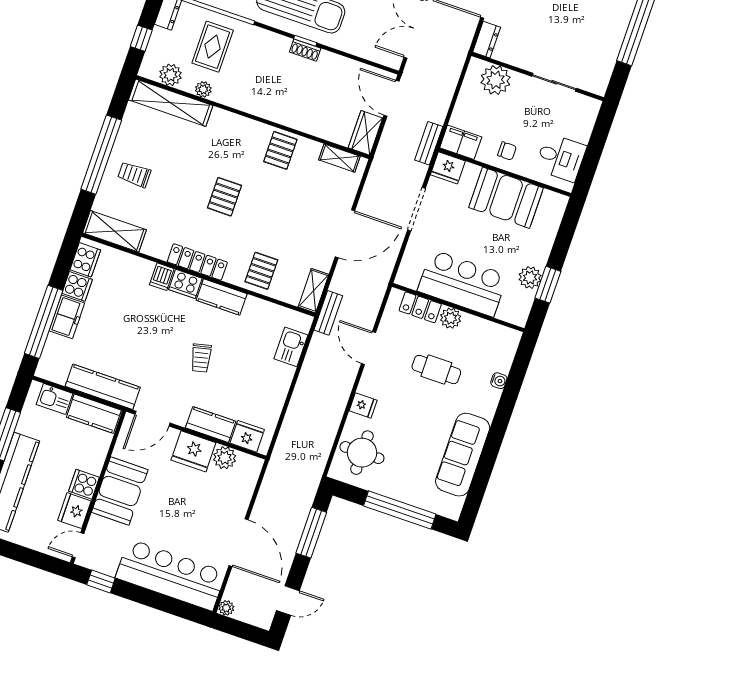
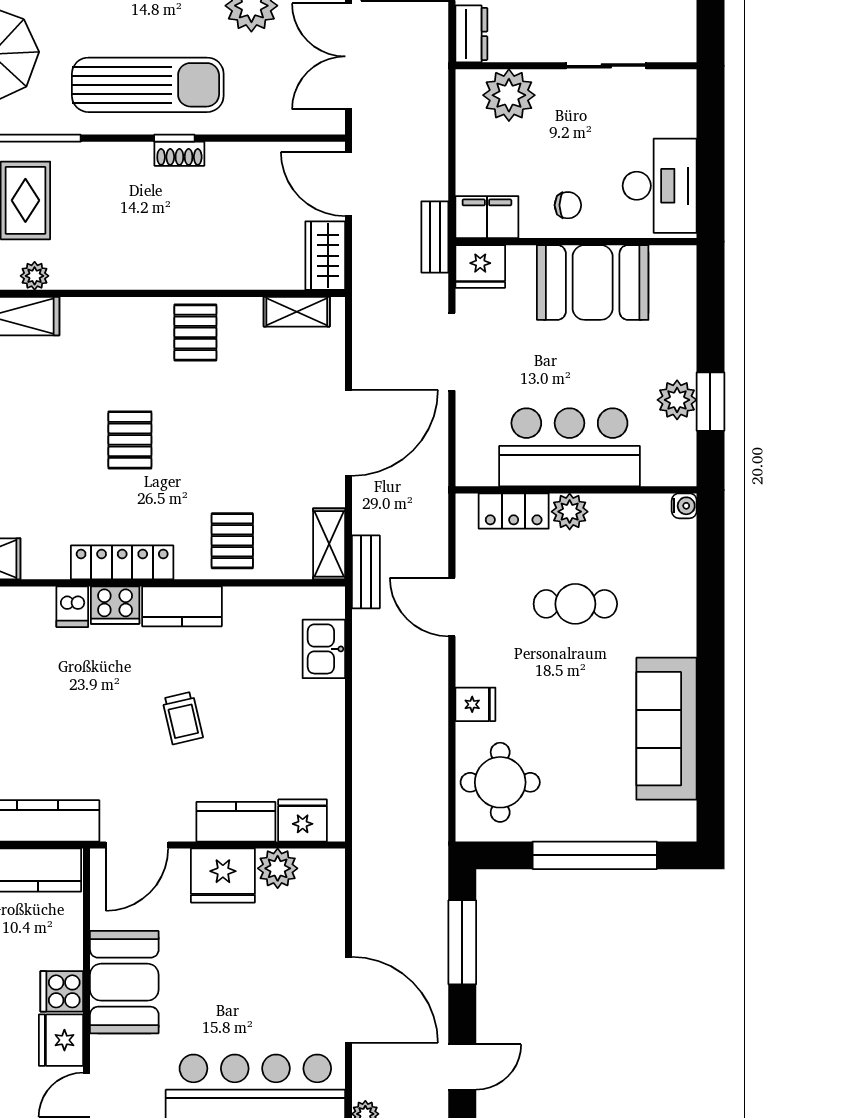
desk: (561, 158) -> (660, 186), width x1.37
water cooler: (499, 381) -> (684, 506), moved

